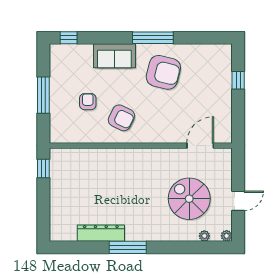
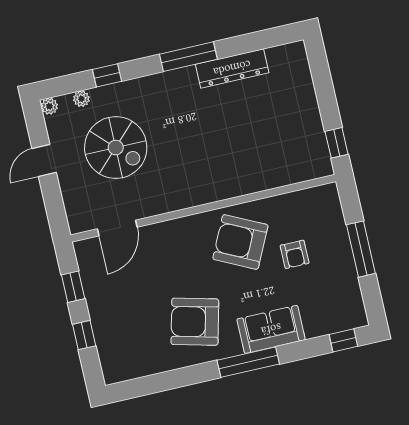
window: (153, 38) -> (248, 362), moved
window: (238, 114) -> (73, 287), added
armchair: (121, 118) -> (240, 242), width x1.36, depth x1.36
window: (184, 247) -> (107, 75), added

